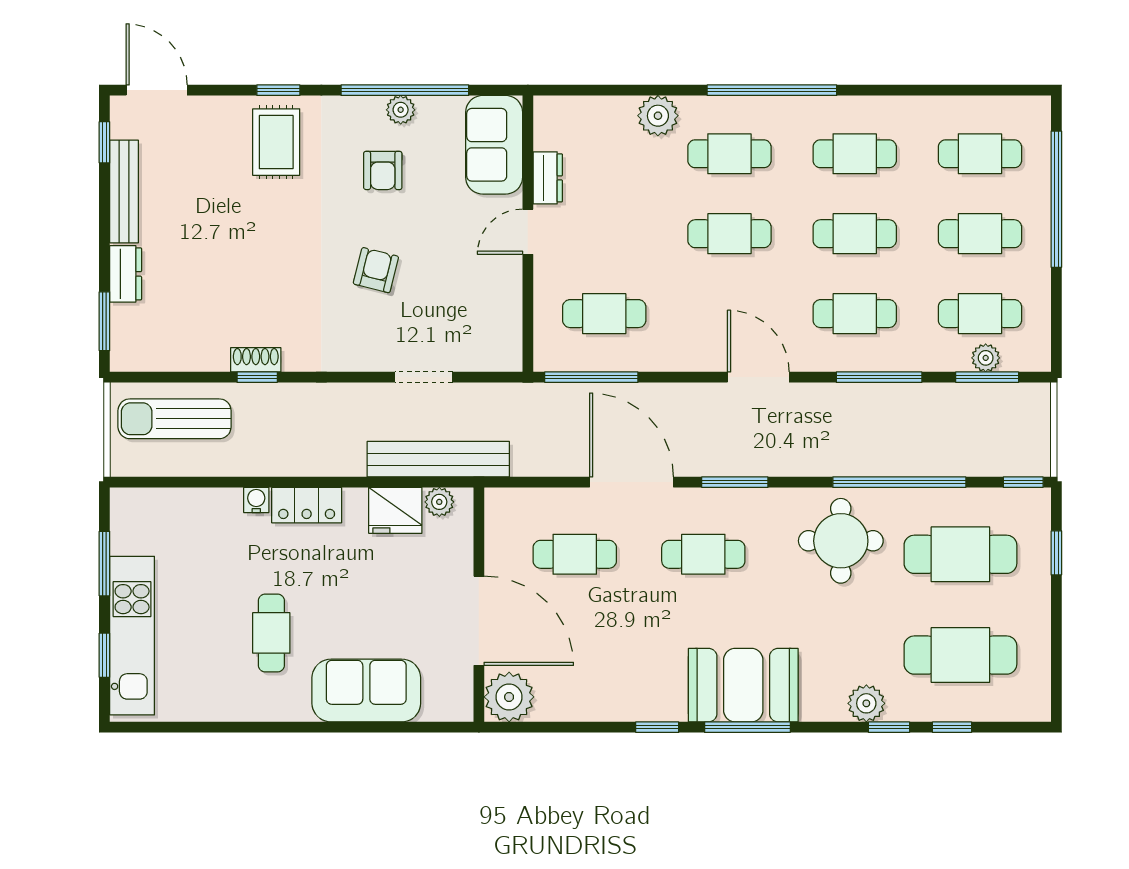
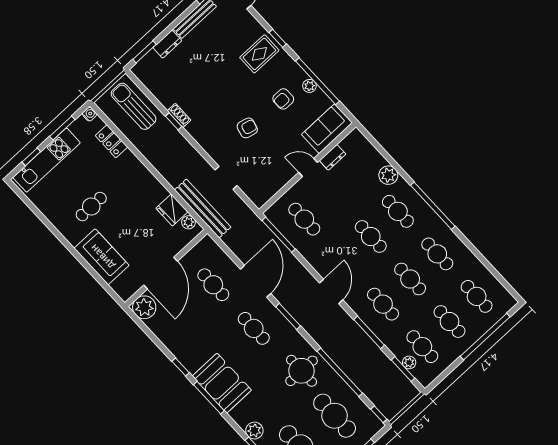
water cooler: (256, 500) -> (90, 114), moved
locker: (307, 505) -> (112, 141), moved

